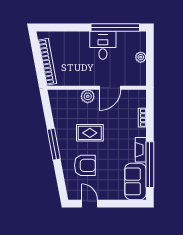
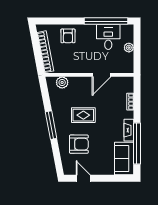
armchair: (73, 44) -> (68, 36), added
desk: (103, 45) -> (108, 37), moved
plant: (88, 96) -> (62, 82), moved

